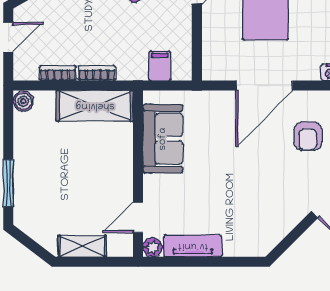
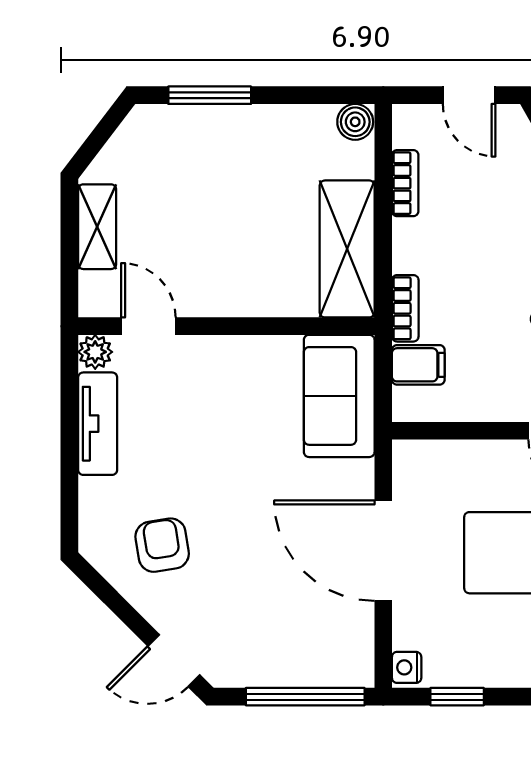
bookcase: (97, 73) -> (405, 308), moved
armchair: (308, 136) -> (162, 545), moved, turned 81
sofa: (163, 139) -> (339, 396), moved, turned 90

